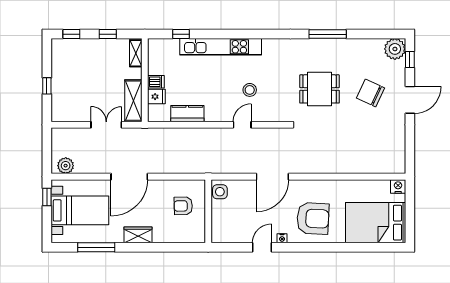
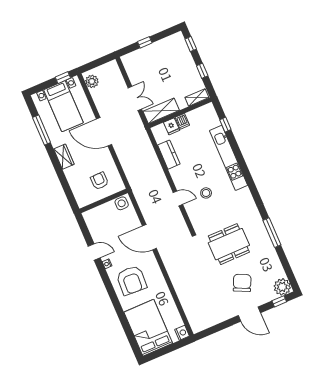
dining table: (320, 89) -> (229, 244), width x1.38

